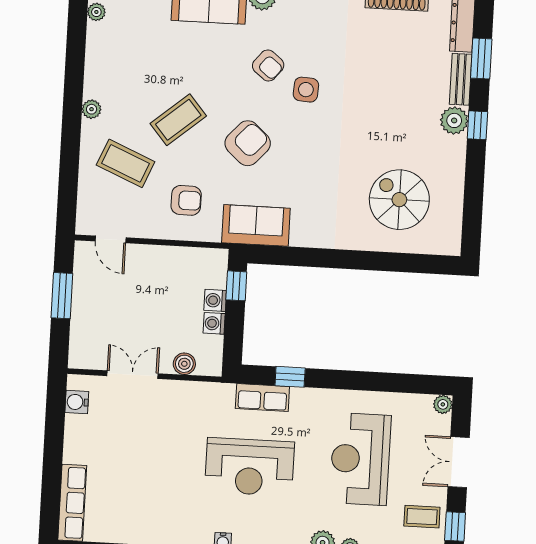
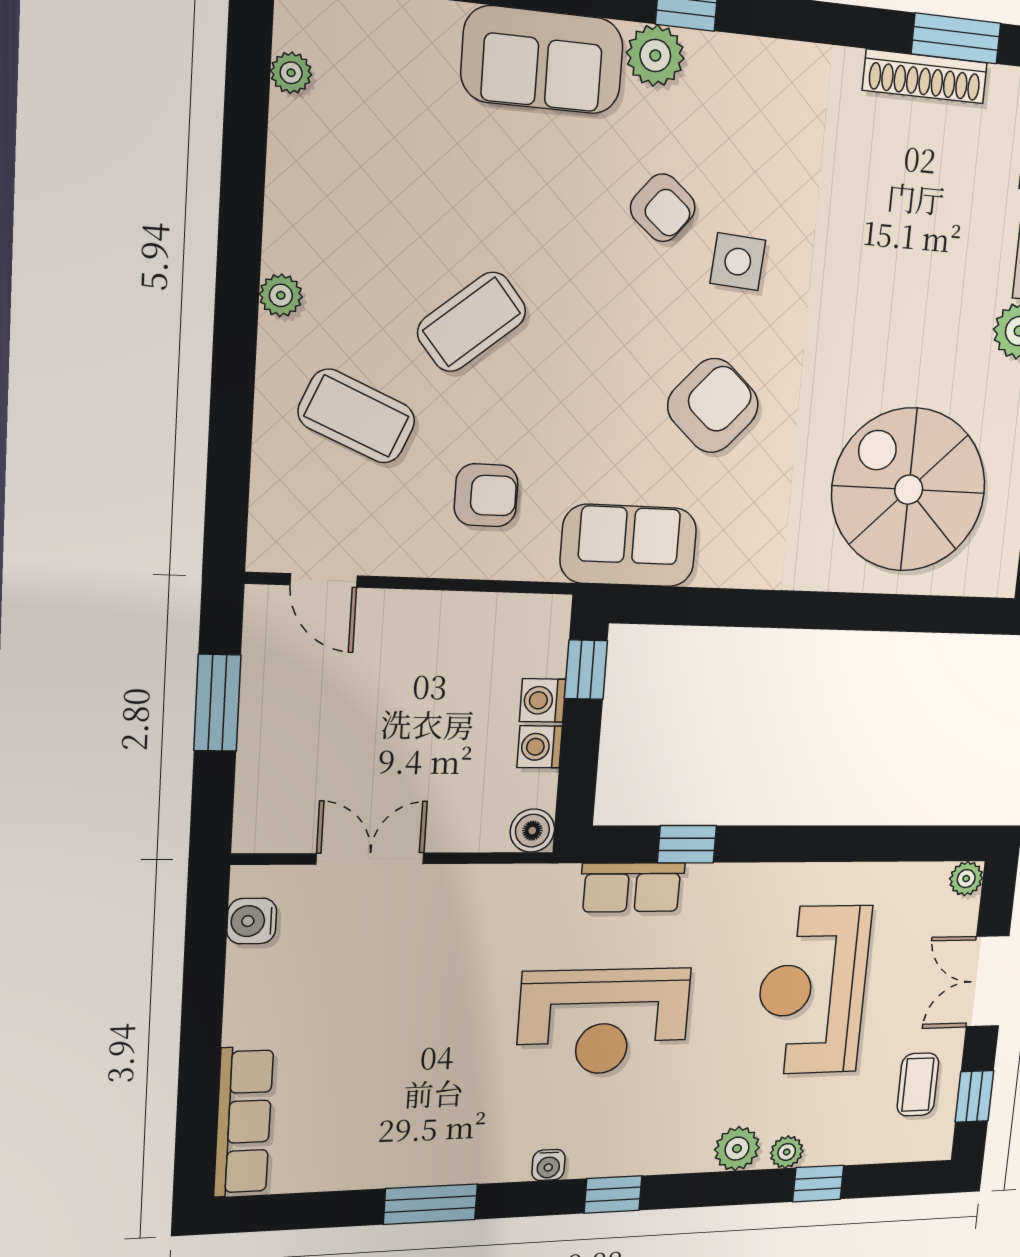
armchair: (248, 143) -> (713, 406), moved
spiral stairs: (399, 200) -> (909, 490), width x1.37, depth x1.37
boiler: (184, 364) -> (532, 831), moved
coffee table: (422, 517) -> (918, 1085), turned 90

